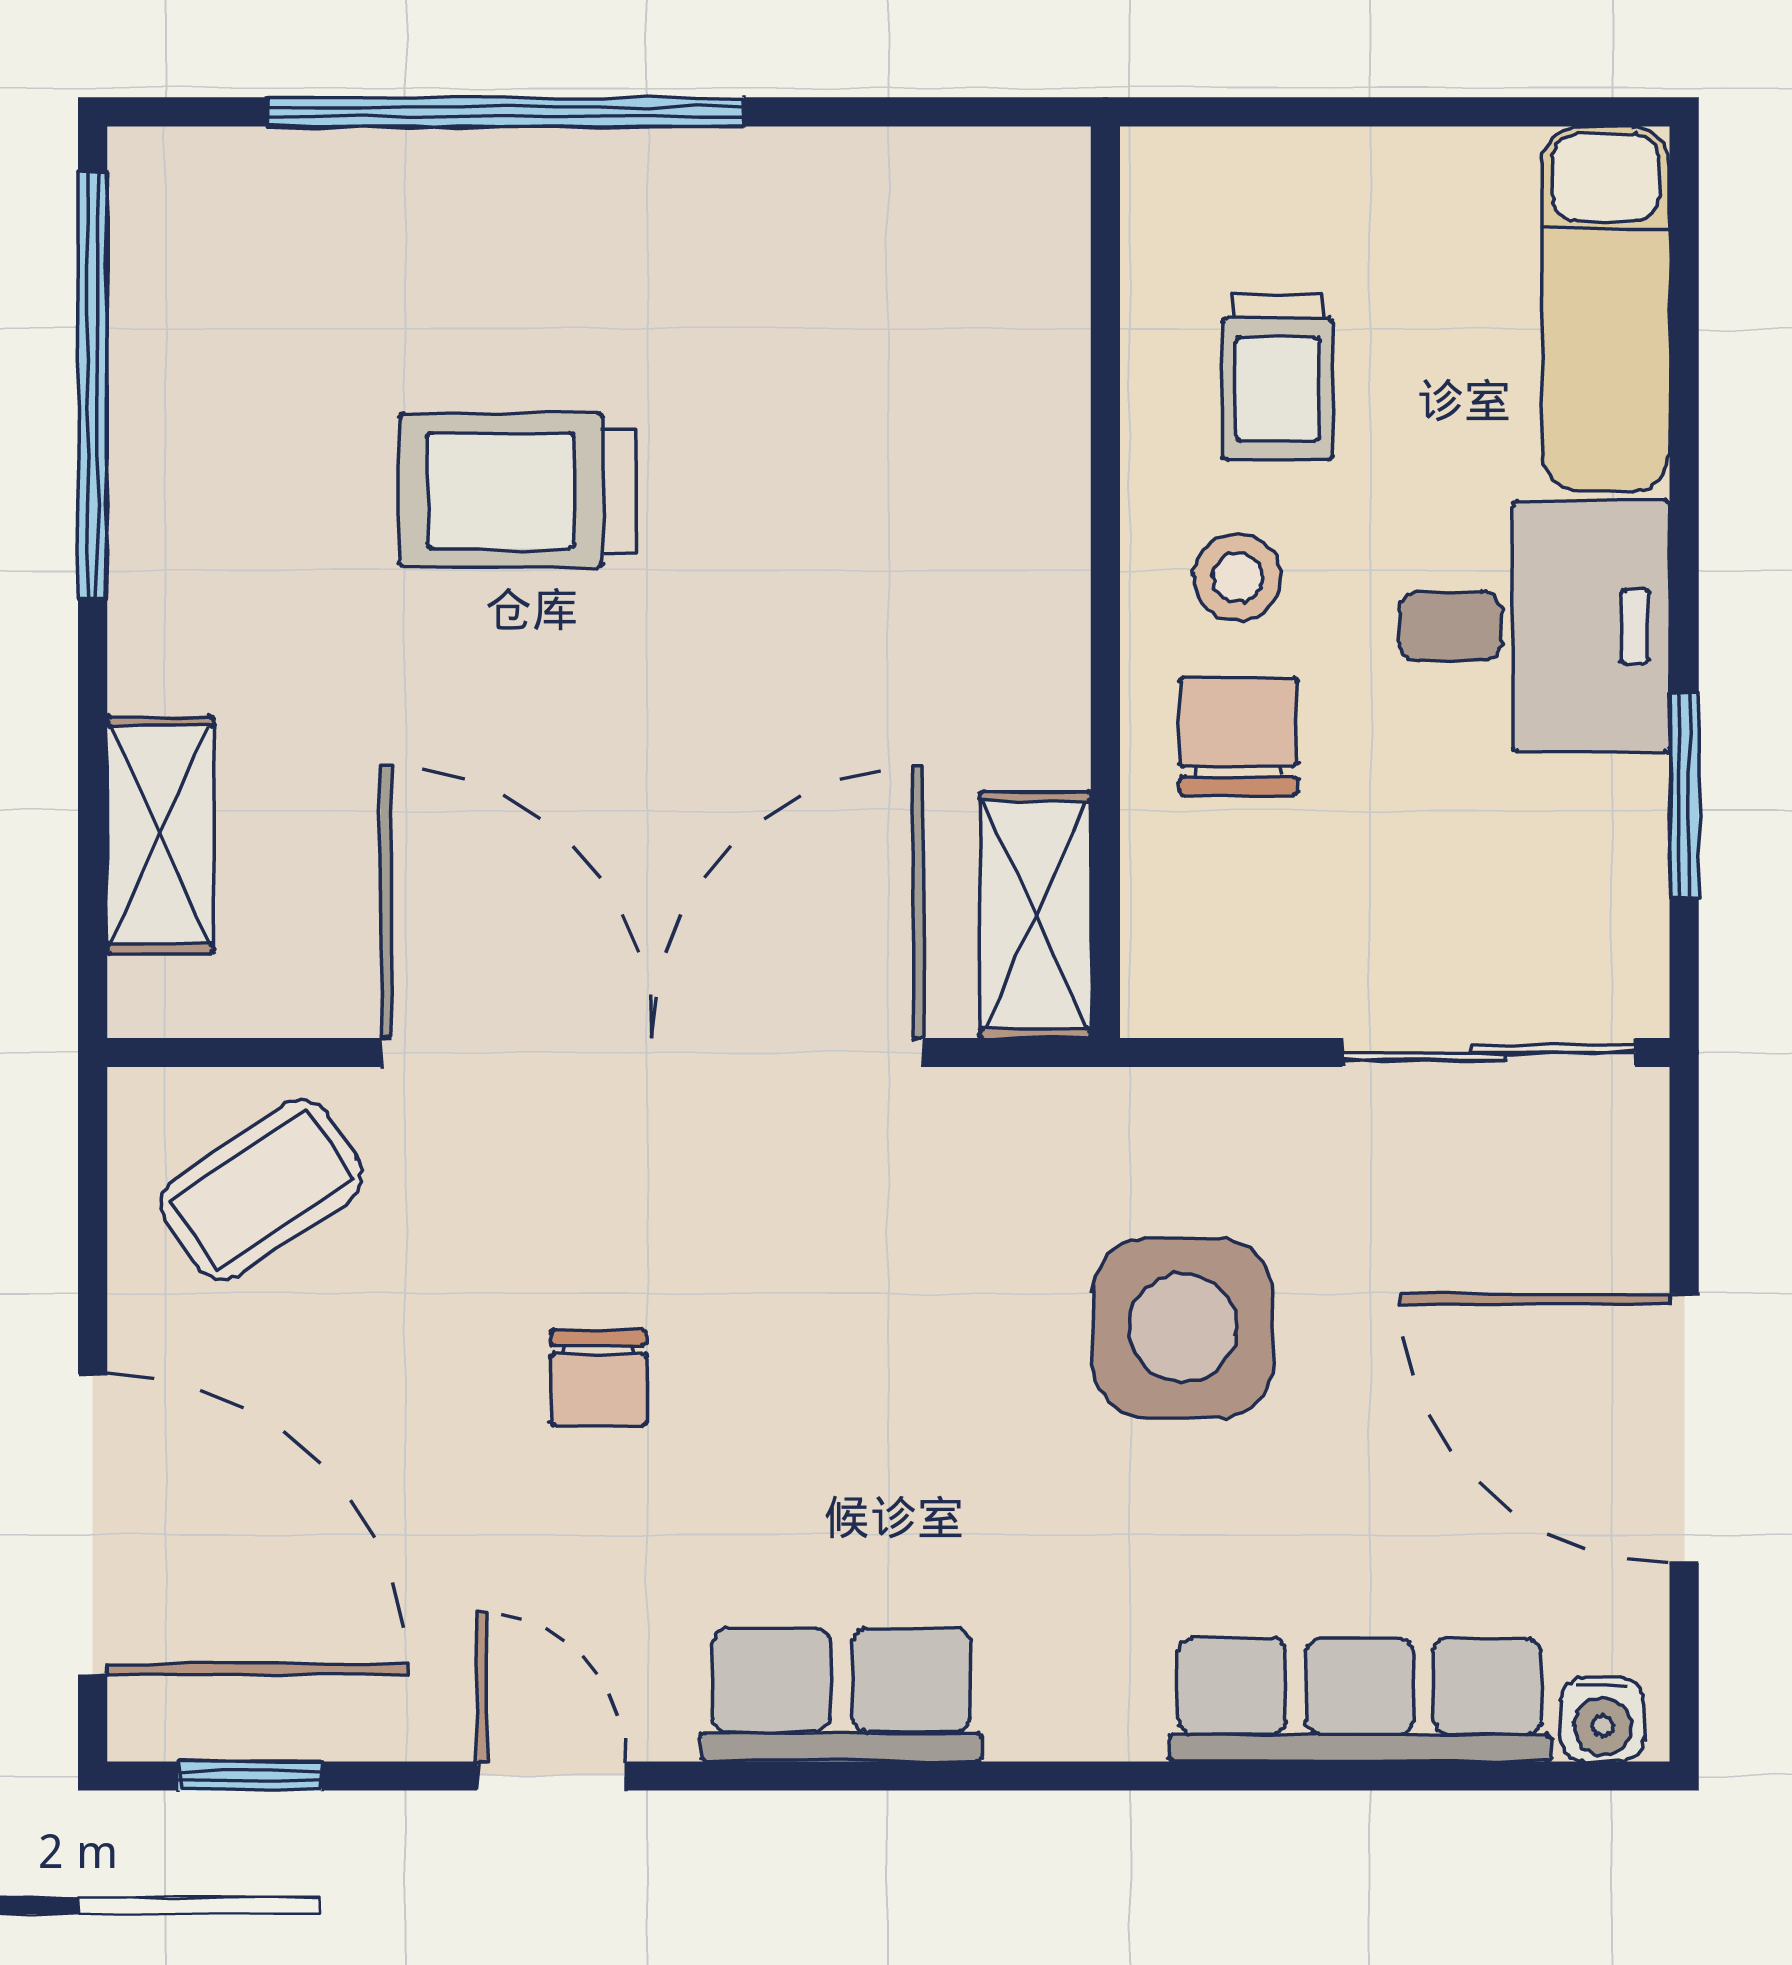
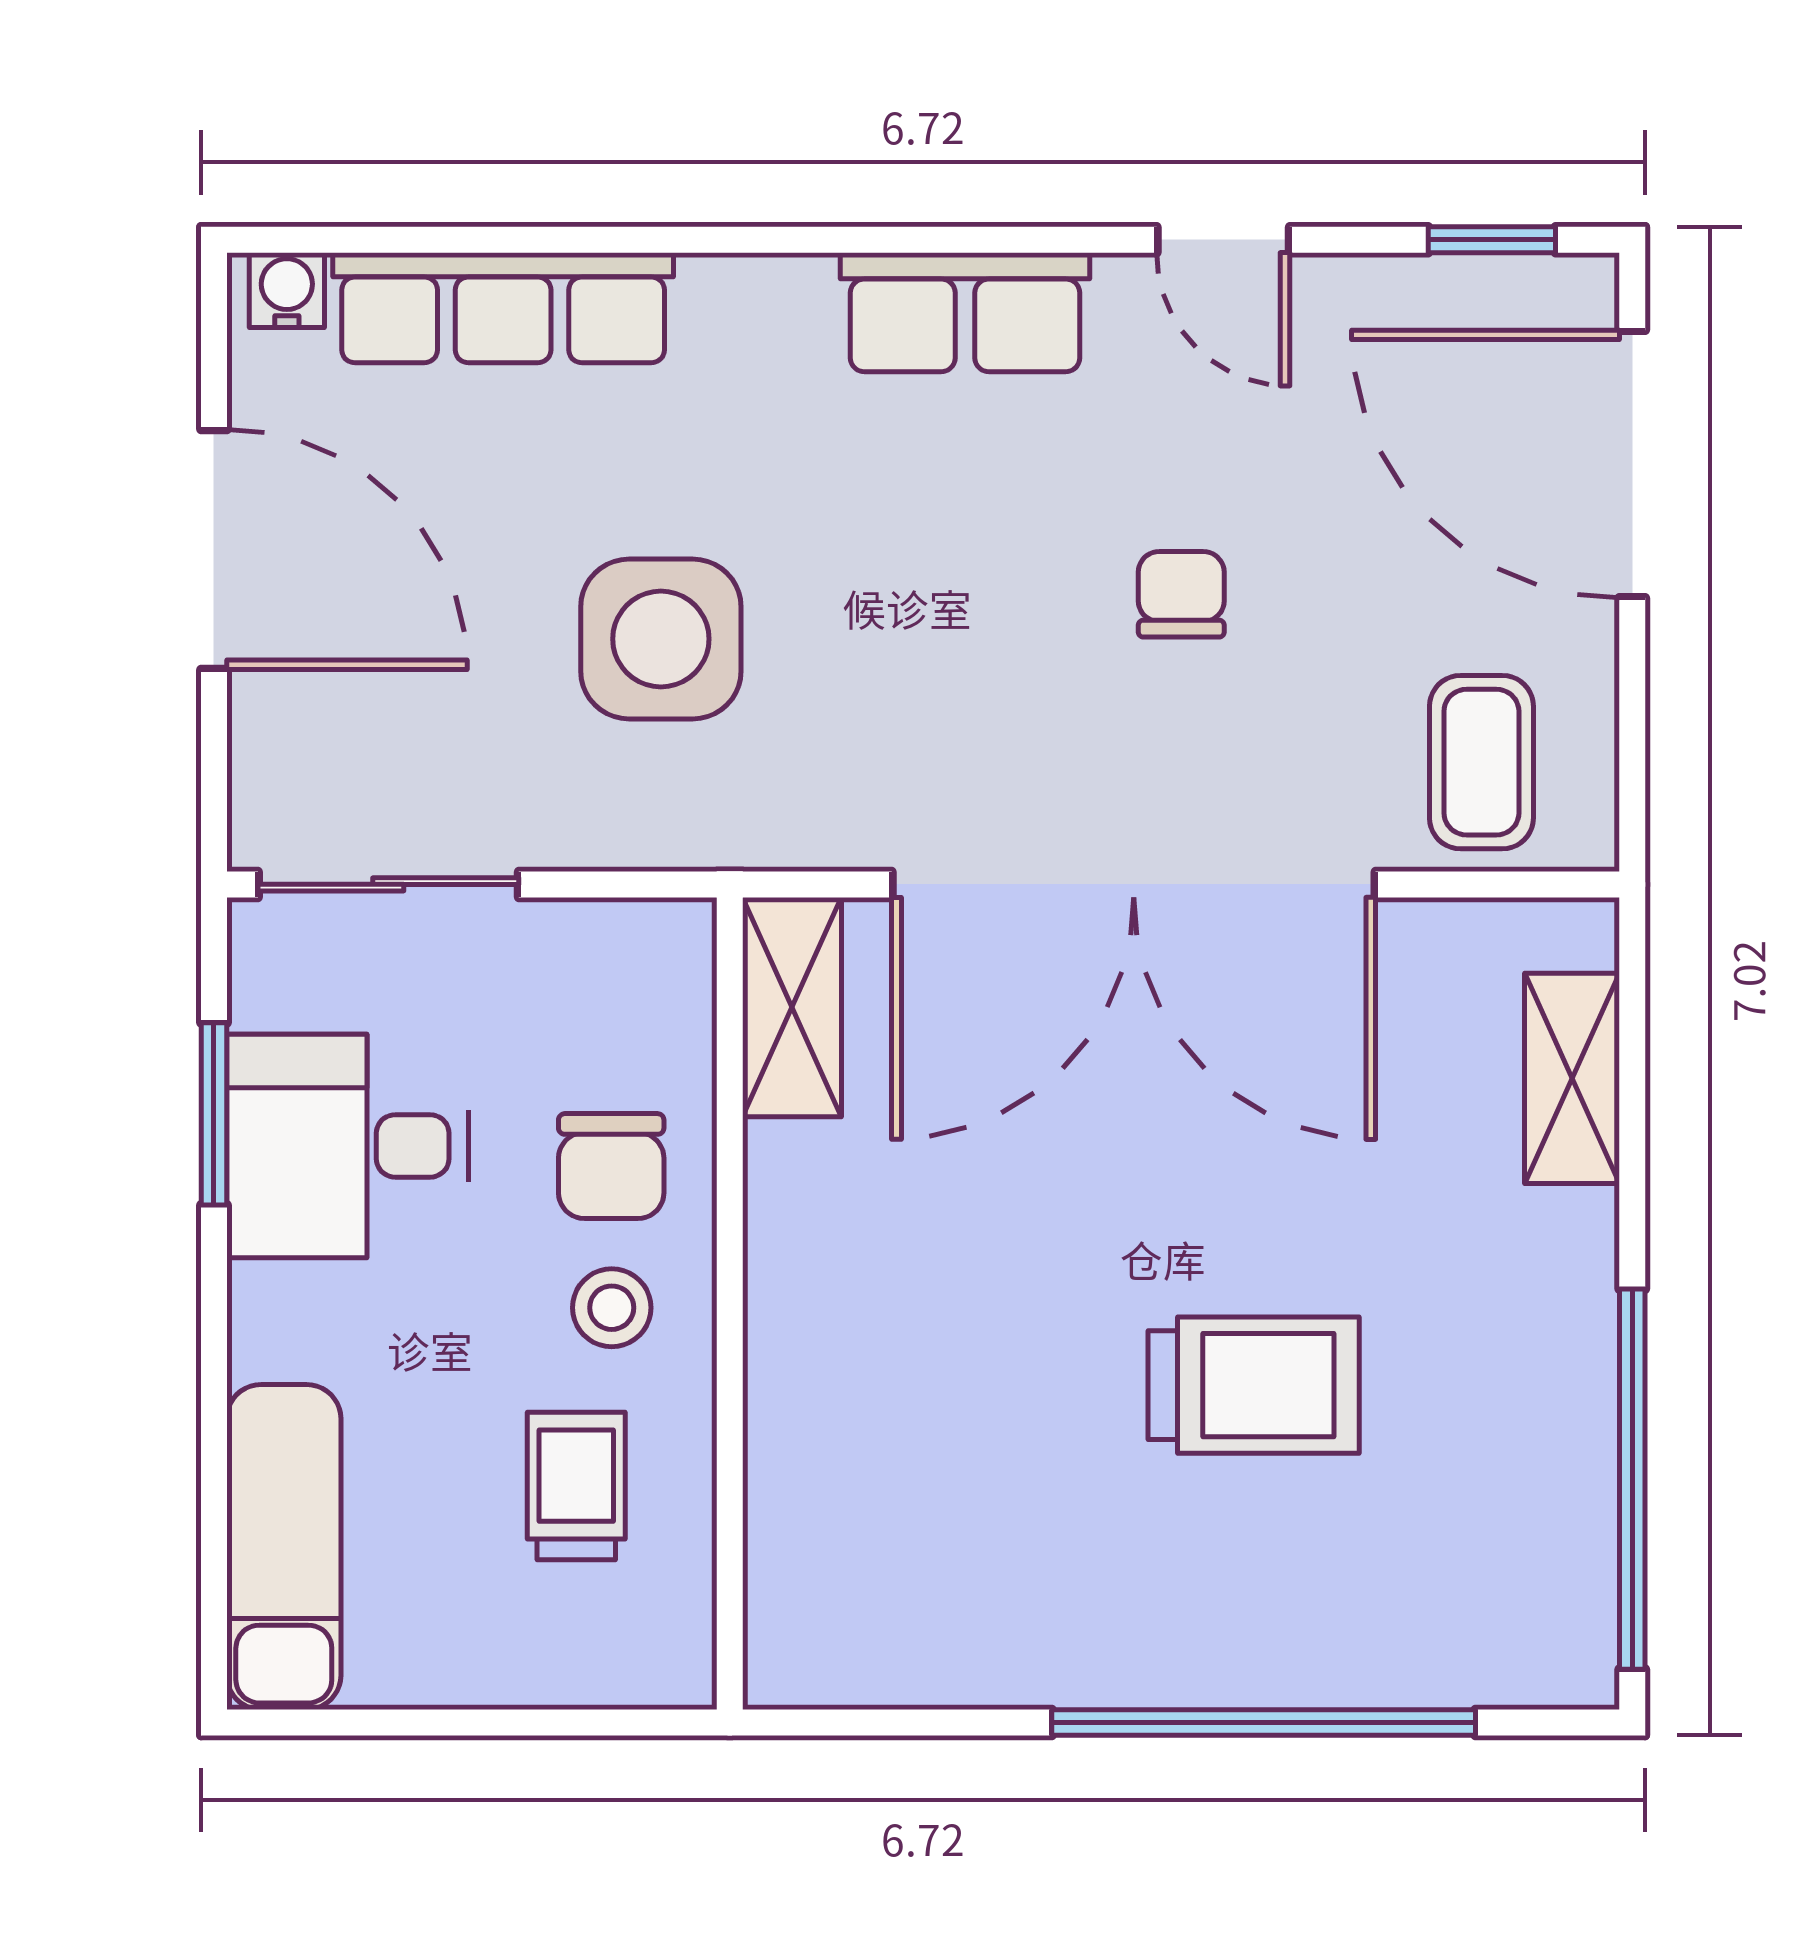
desk: (1534, 626) -> (348, 1146), moved
coffee table: (262, 1190) -> (1481, 762), turned -56

